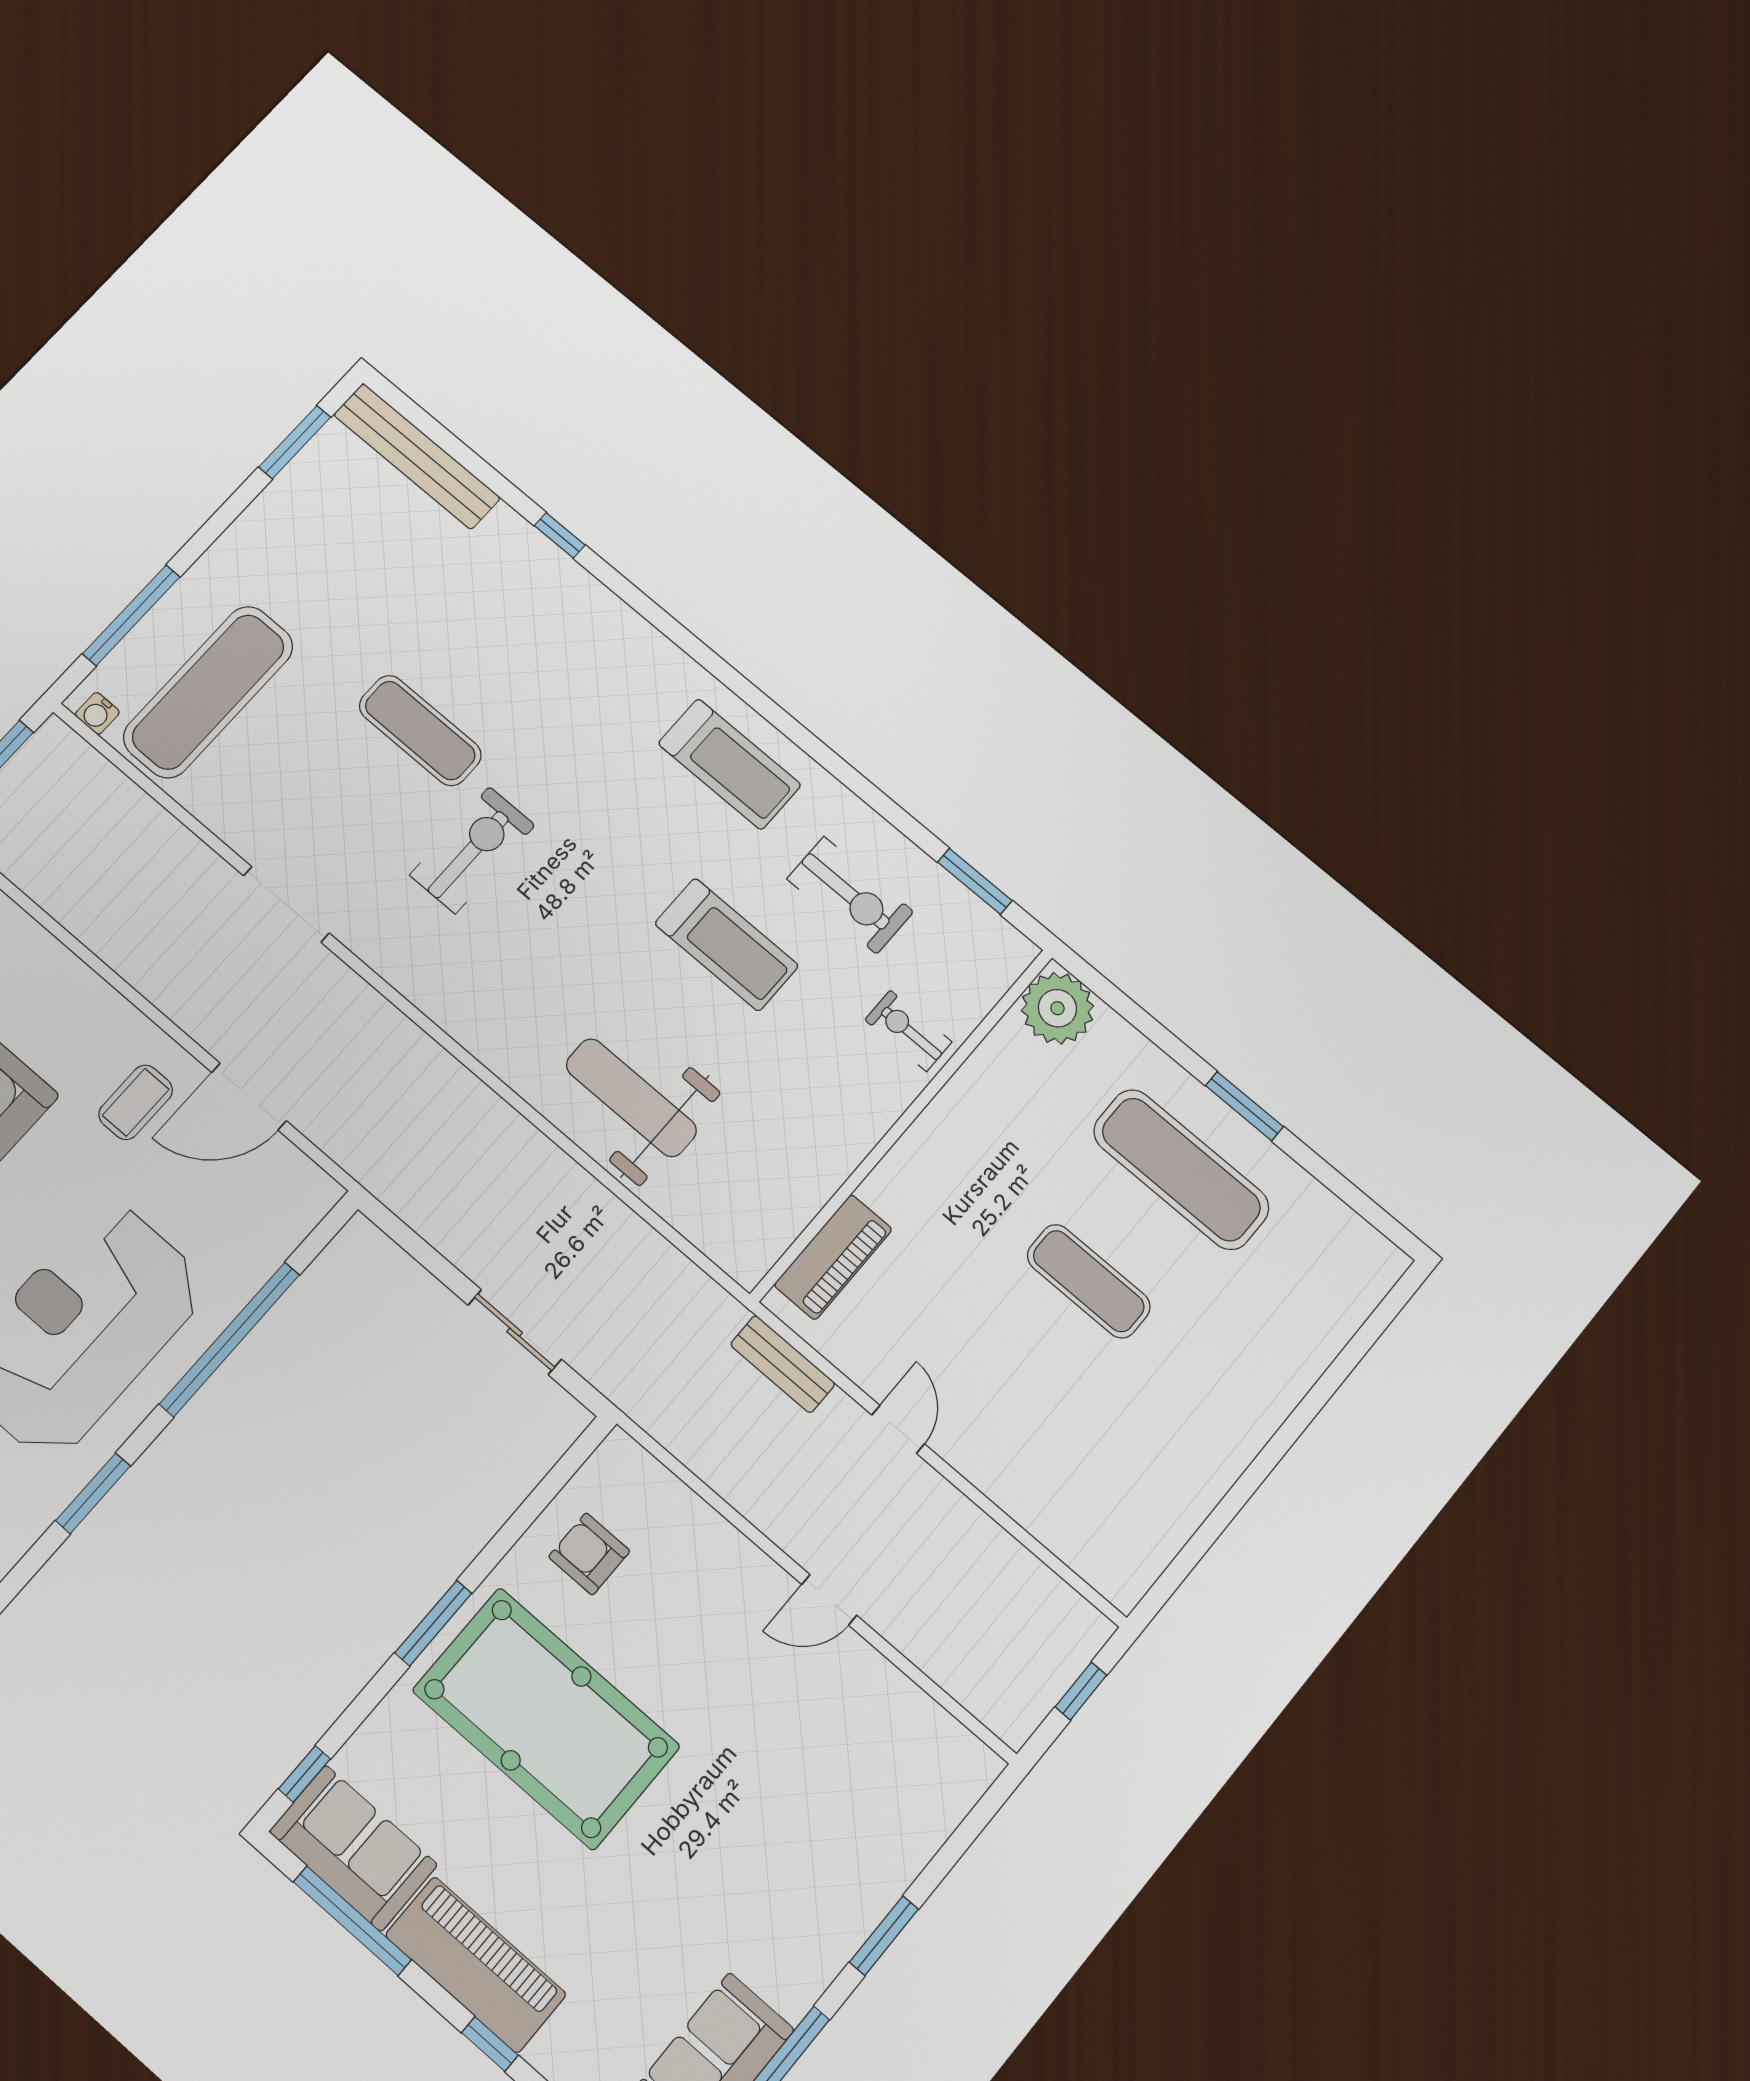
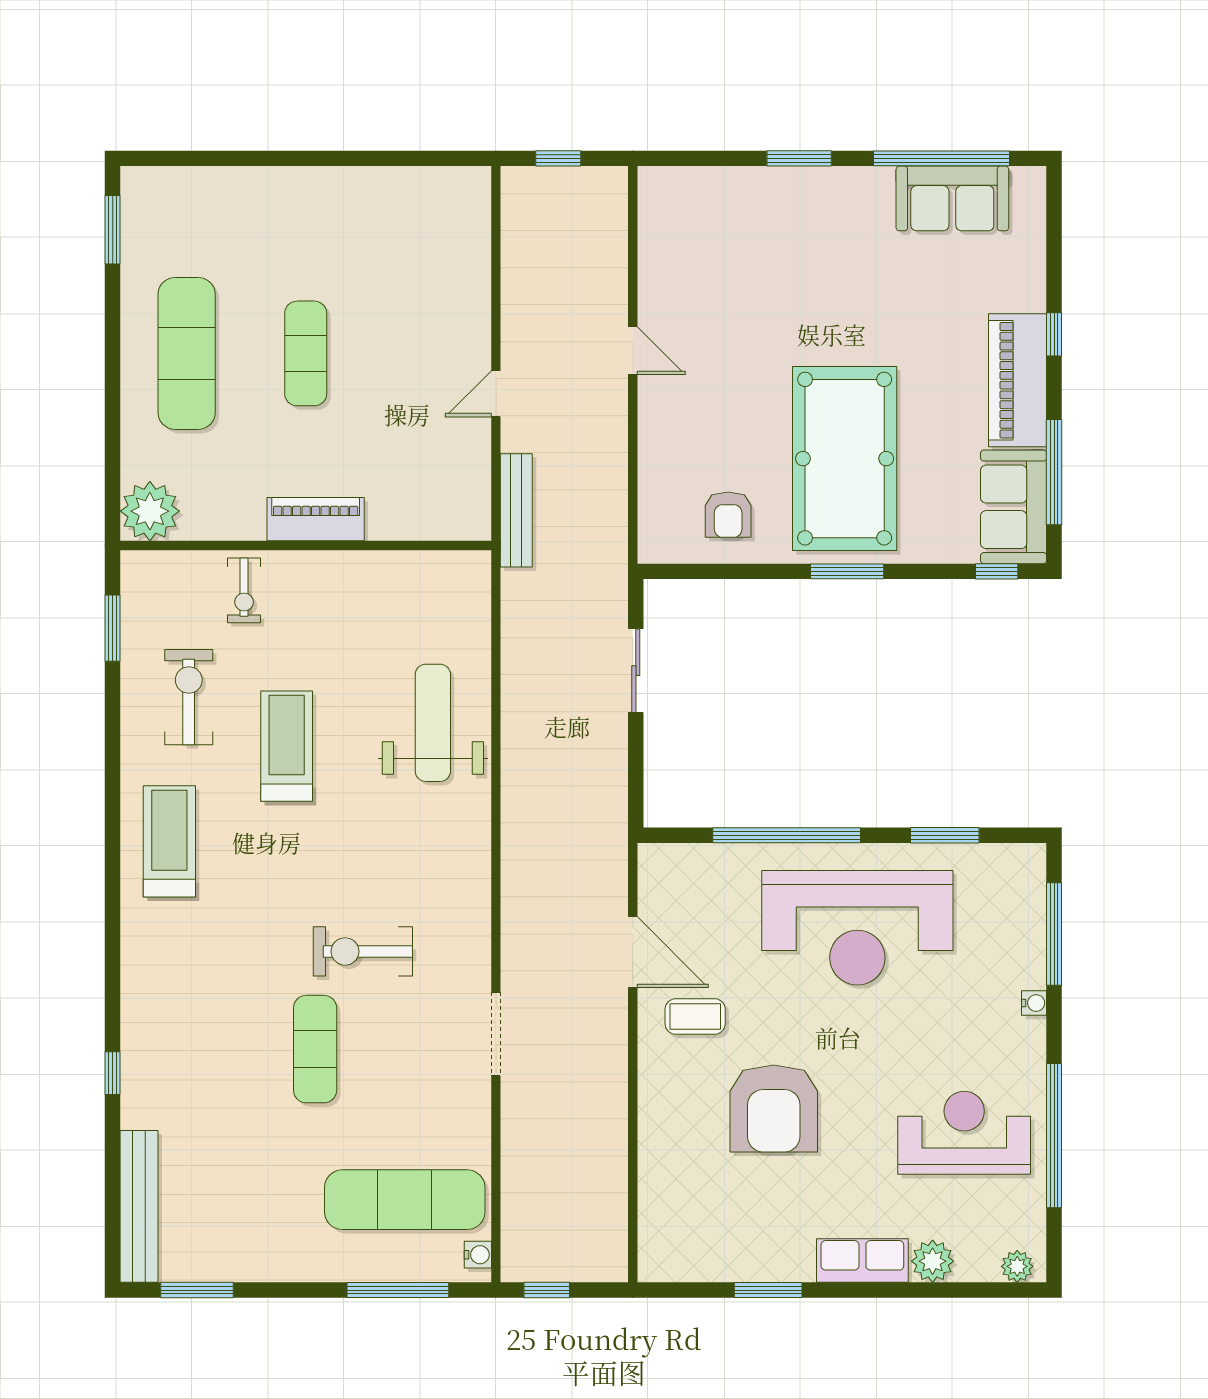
weight bench: (631, 1098) -> (433, 723), turned 180
window: (1244, 1106) -> (113, 230), moved
piano: (833, 1257) -> (316, 519), moved
bench: (783, 1364) -> (516, 510), width x1.36

